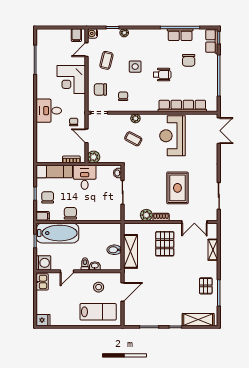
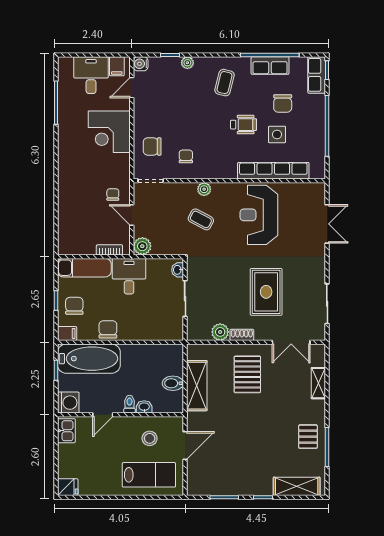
coffee table: (106, 60) -> (224, 83), moved
side table: (135, 67) -> (277, 134), moved
desk: (49, 111) -> (91, 75), moved, turned 90
double door: (219, 131) -> (327, 224), moved

